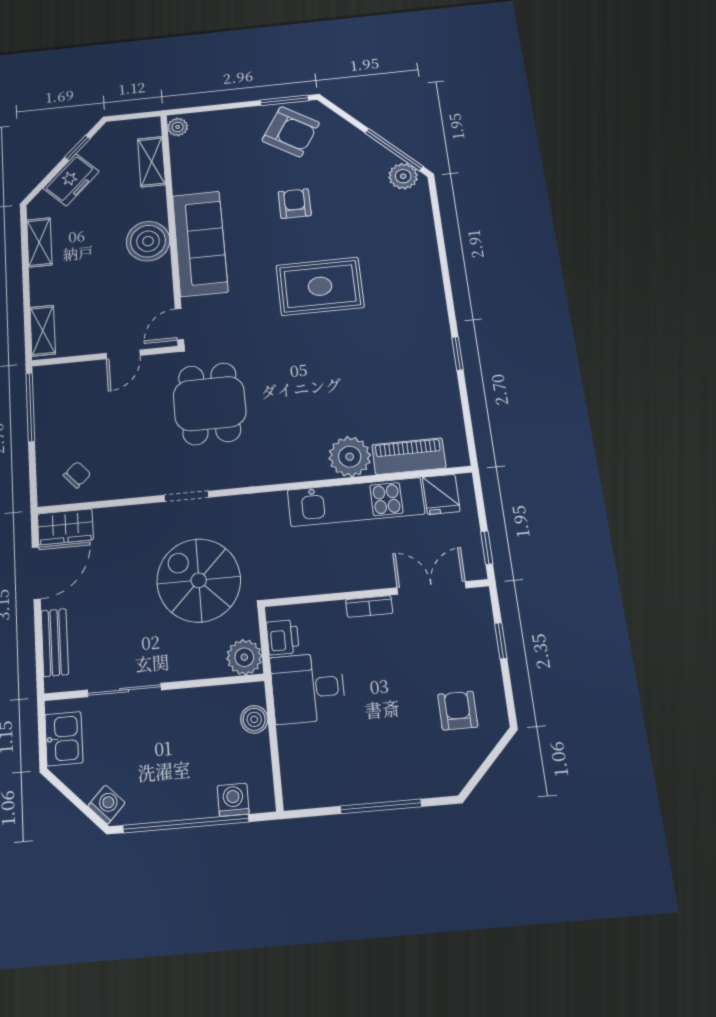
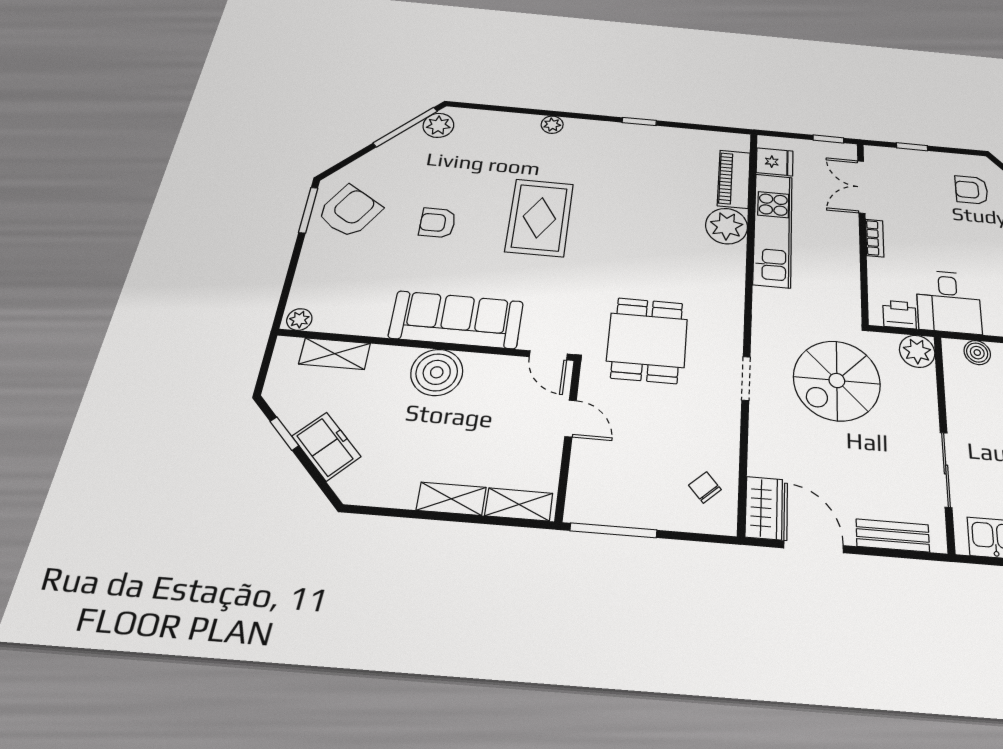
shelving: (39, 242) -> (451, 499), moved
plant: (431, 274) -> (552, 125), added
dining table: (210, 404) -> (647, 340), turned 90

